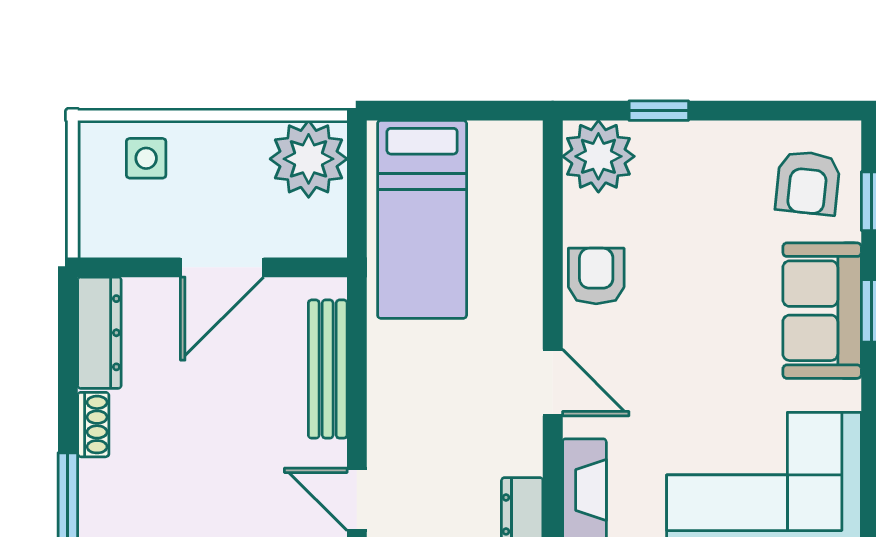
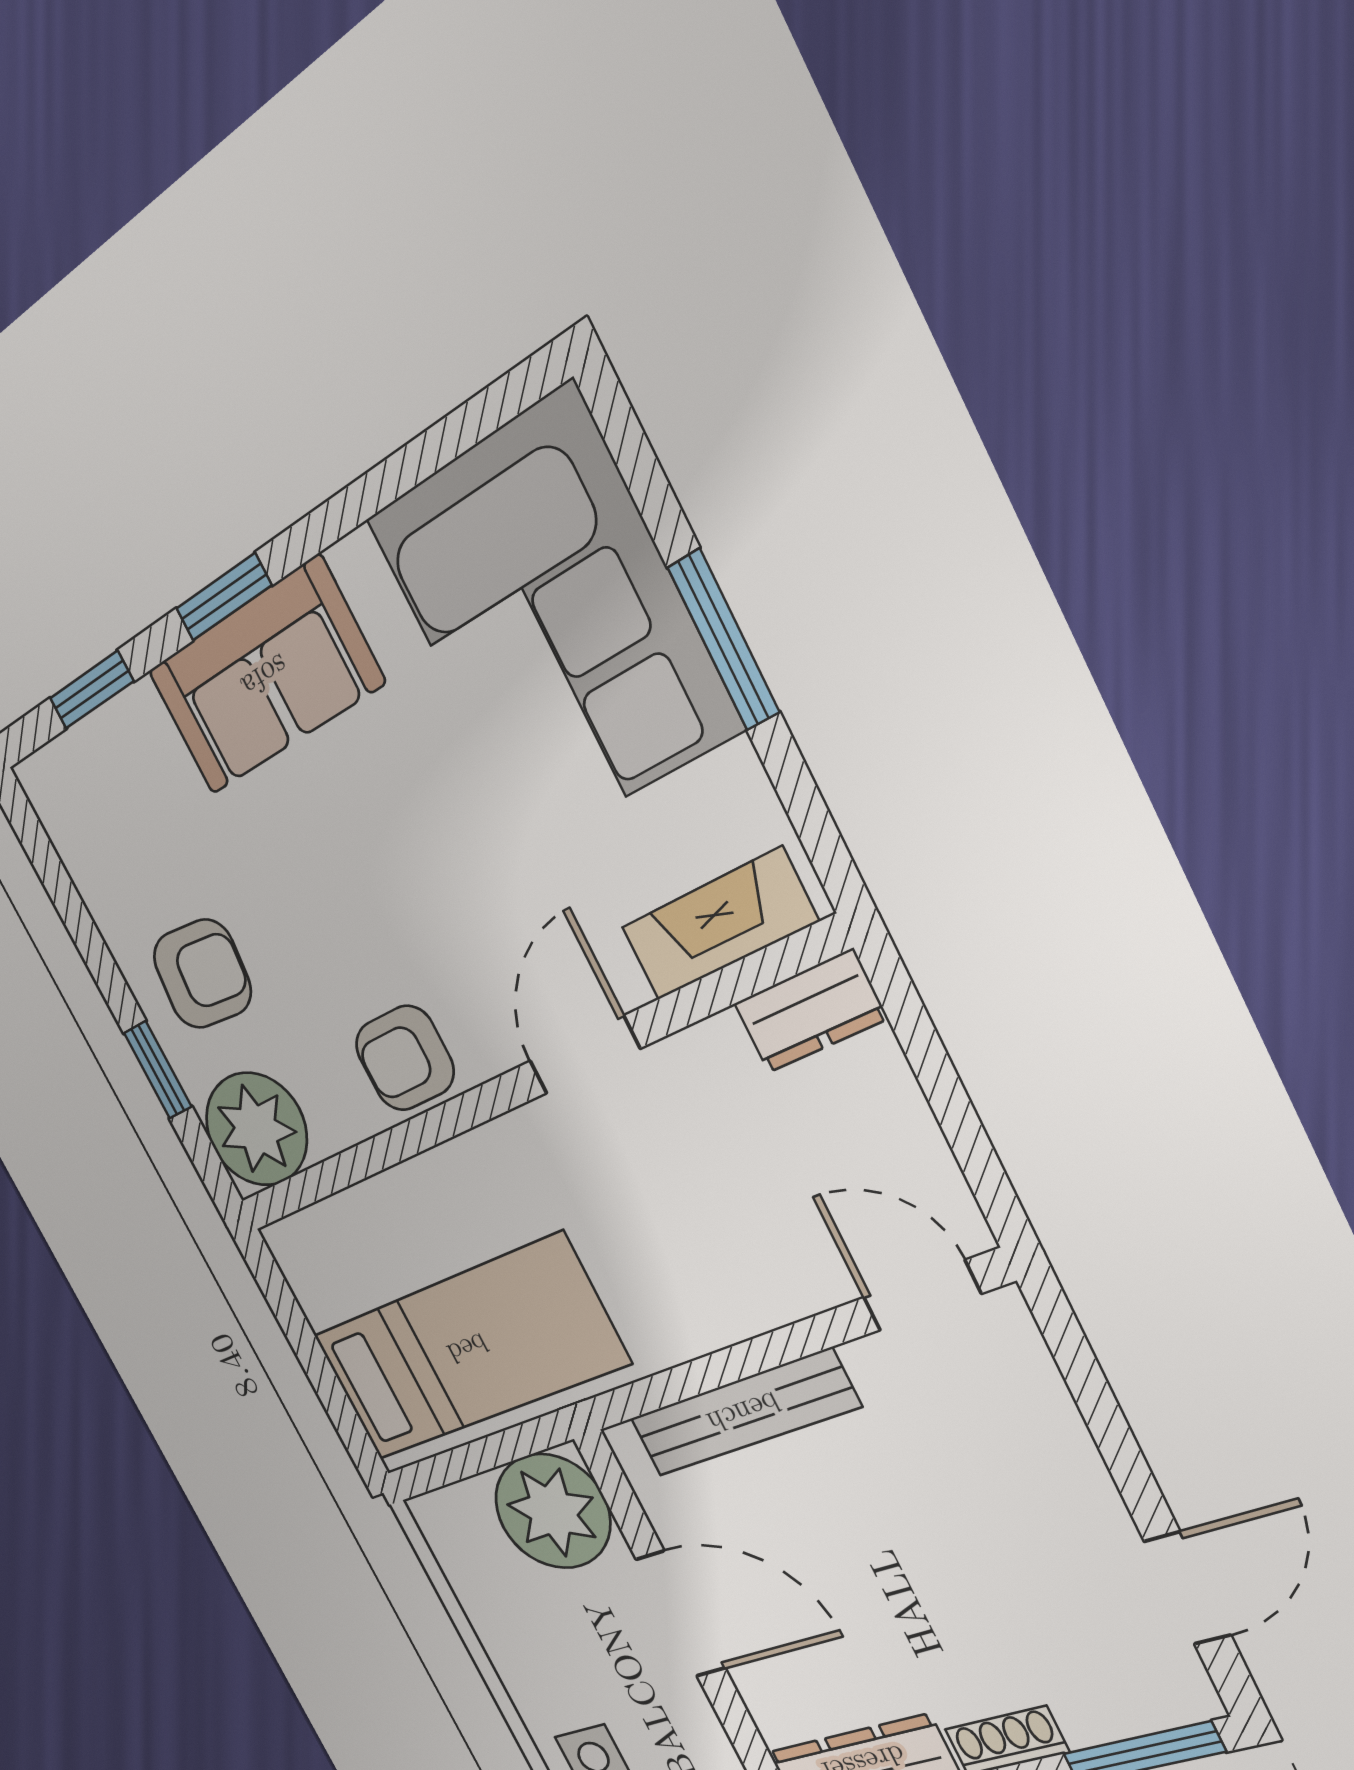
plant: (309, 159) -> (553, 1511), moved
armchair: (808, 183) -> (202, 974), moved
door: (357, 499) -> (922, 1296), swing flipped

